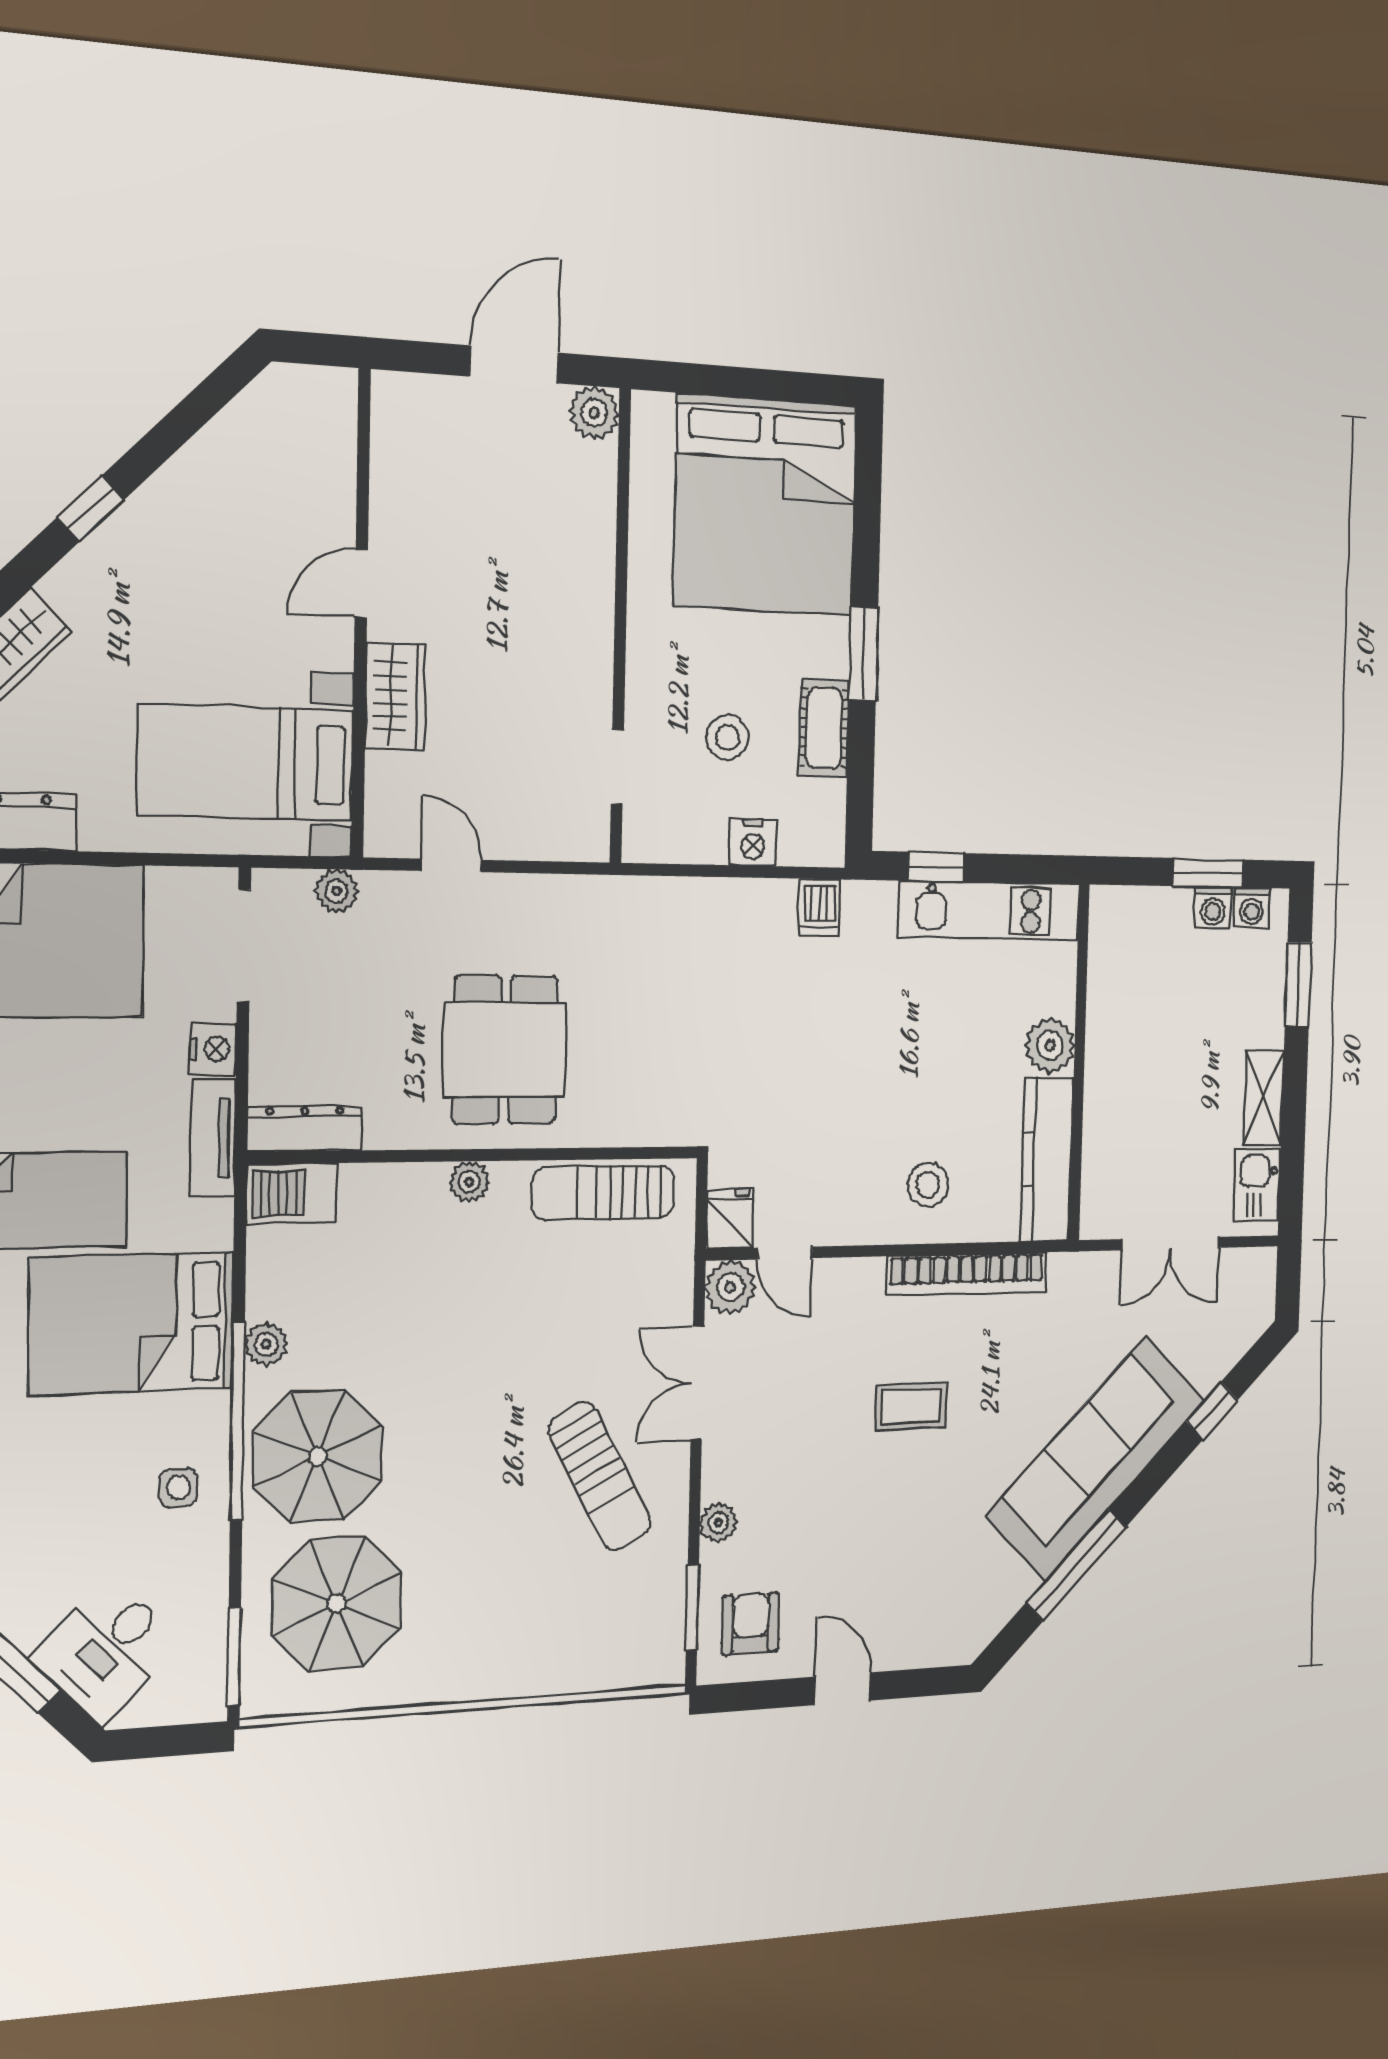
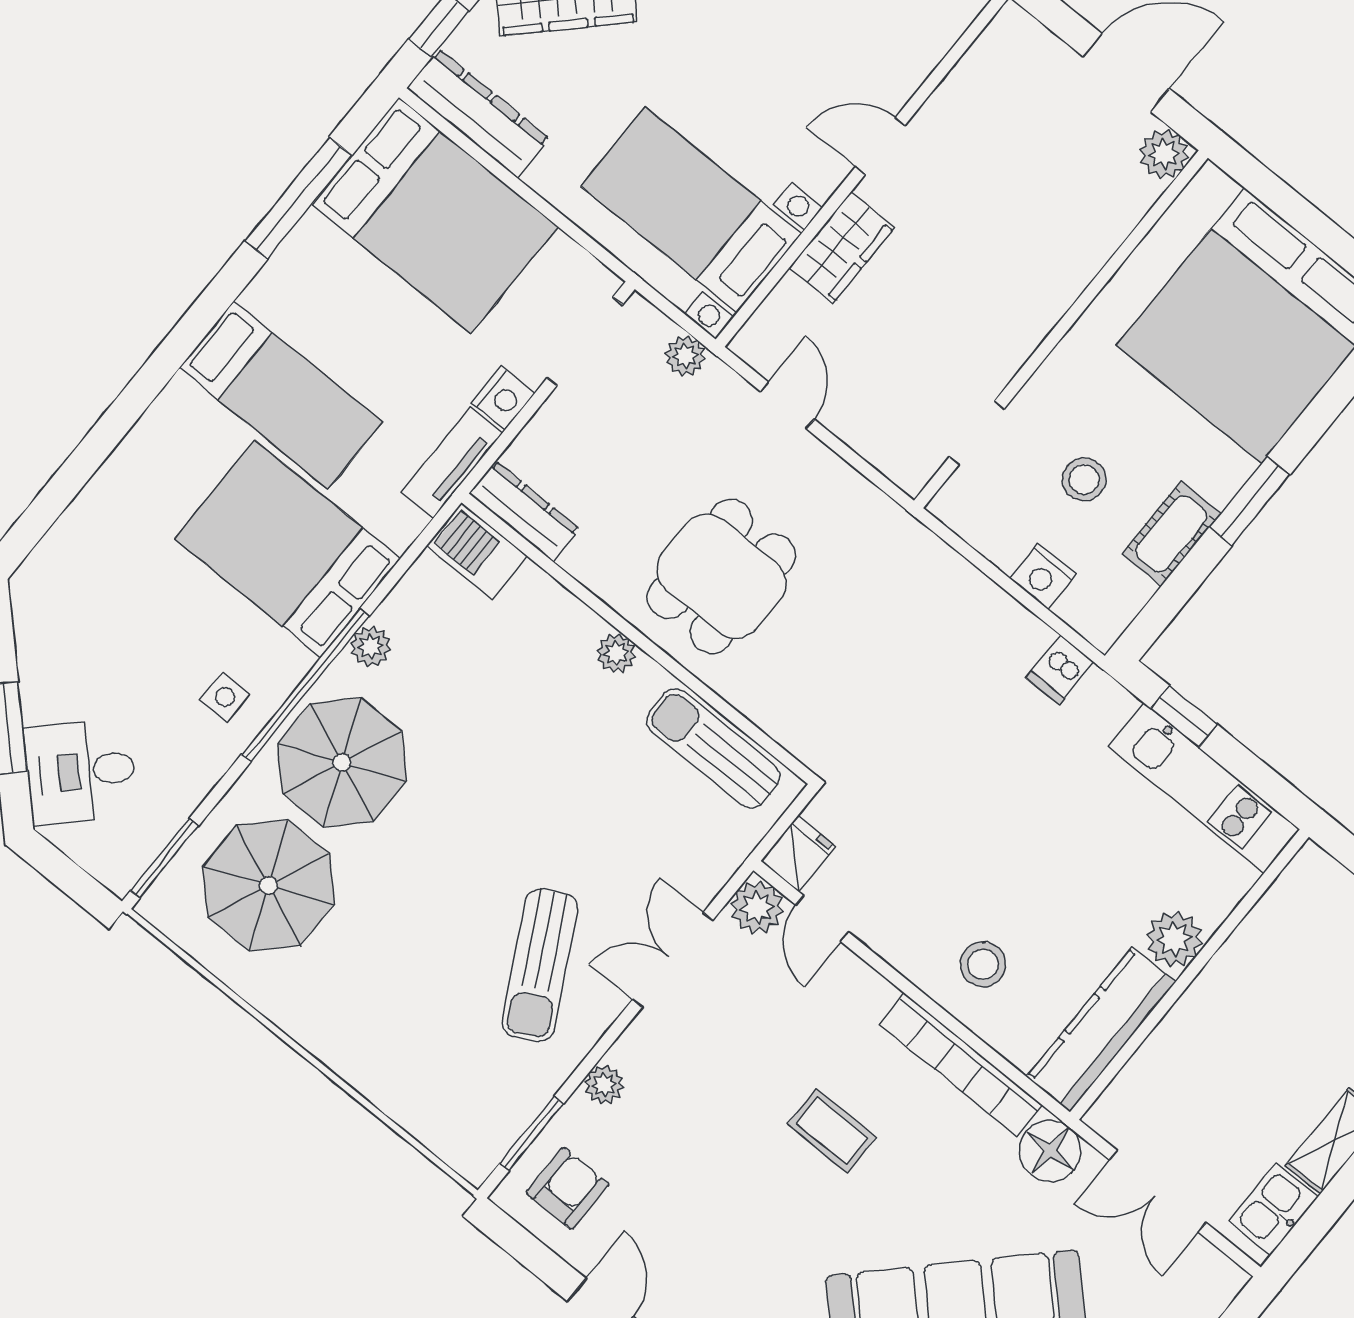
floor lamp: (1075, 1281) -> (1050, 1151), added

